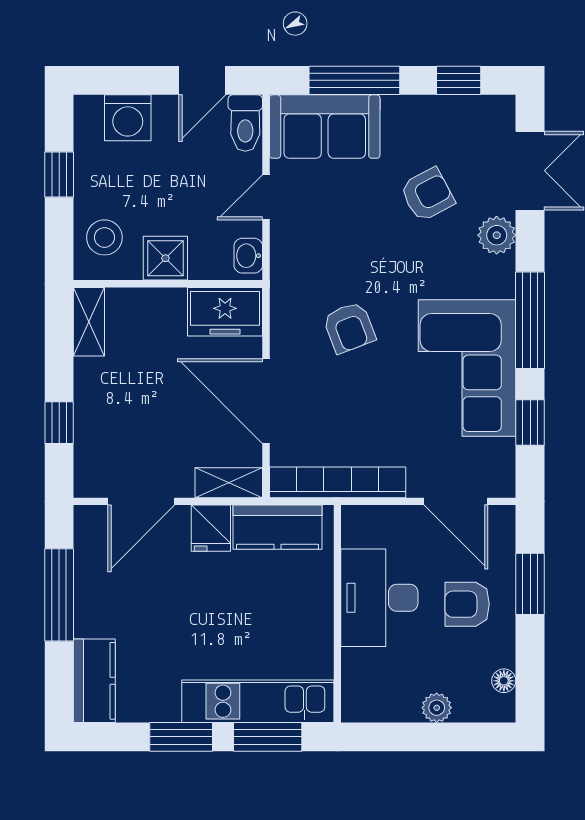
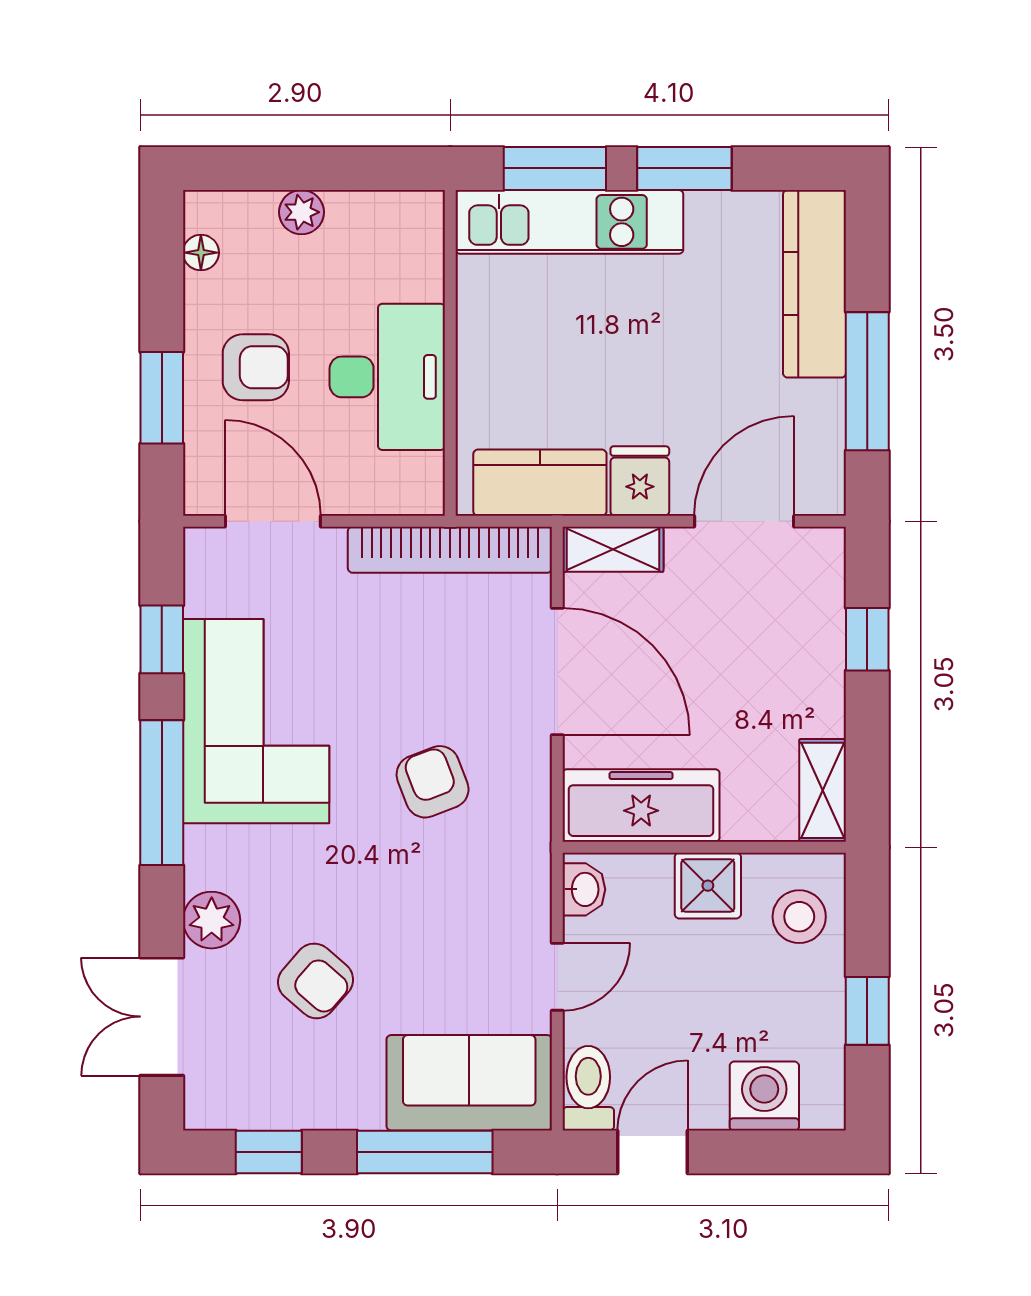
armchair: (427, 195) -> (316, 981), turned -111
freezer: (225, 312) -> (641, 805), width x1.40
kitchen counter: (94, 681) -> (814, 284), width x1.50

